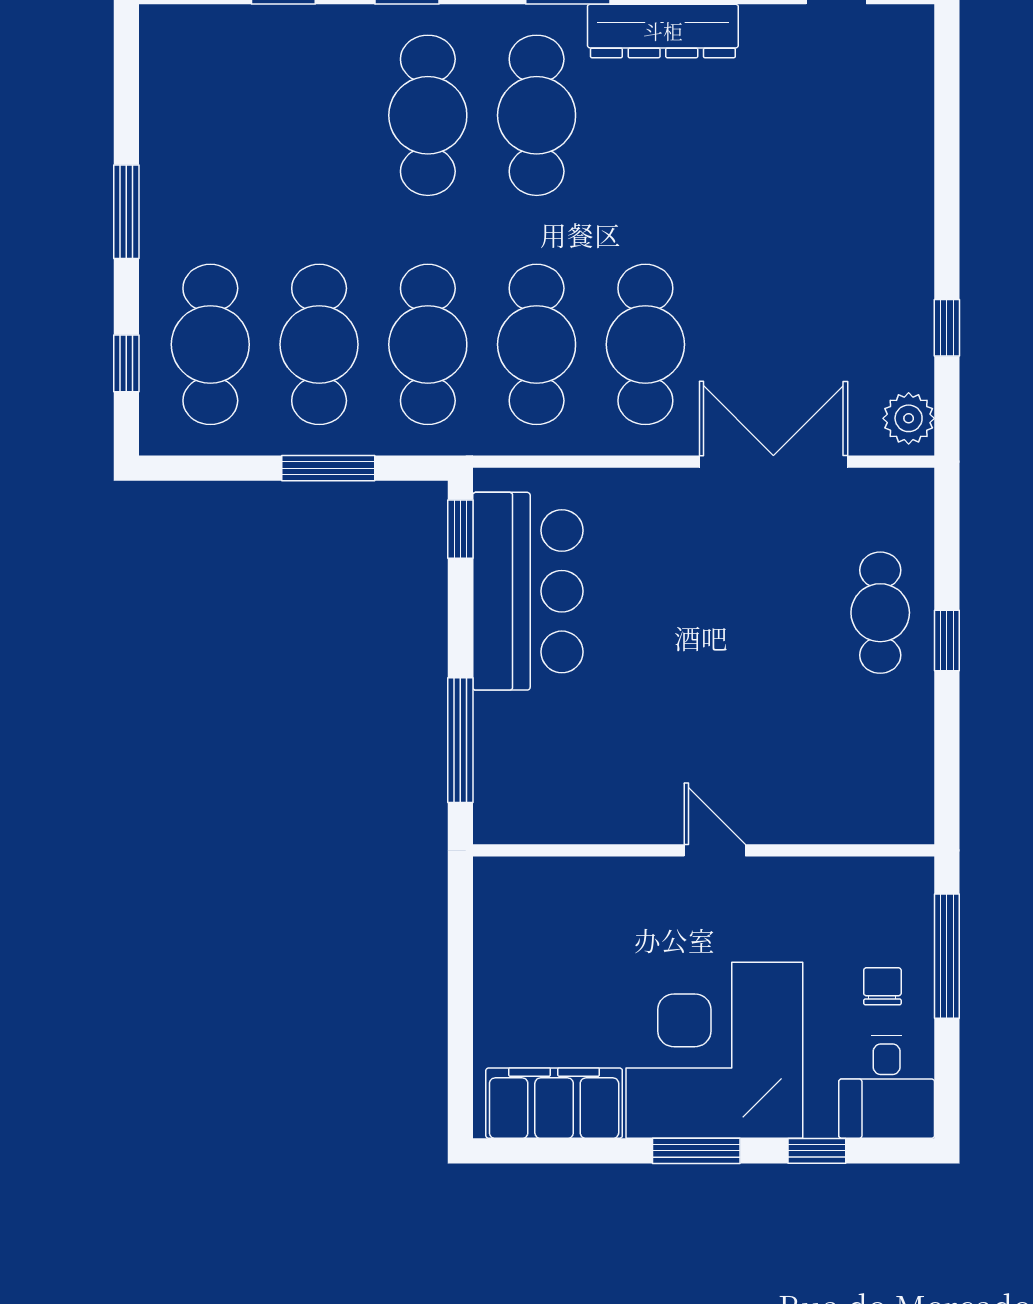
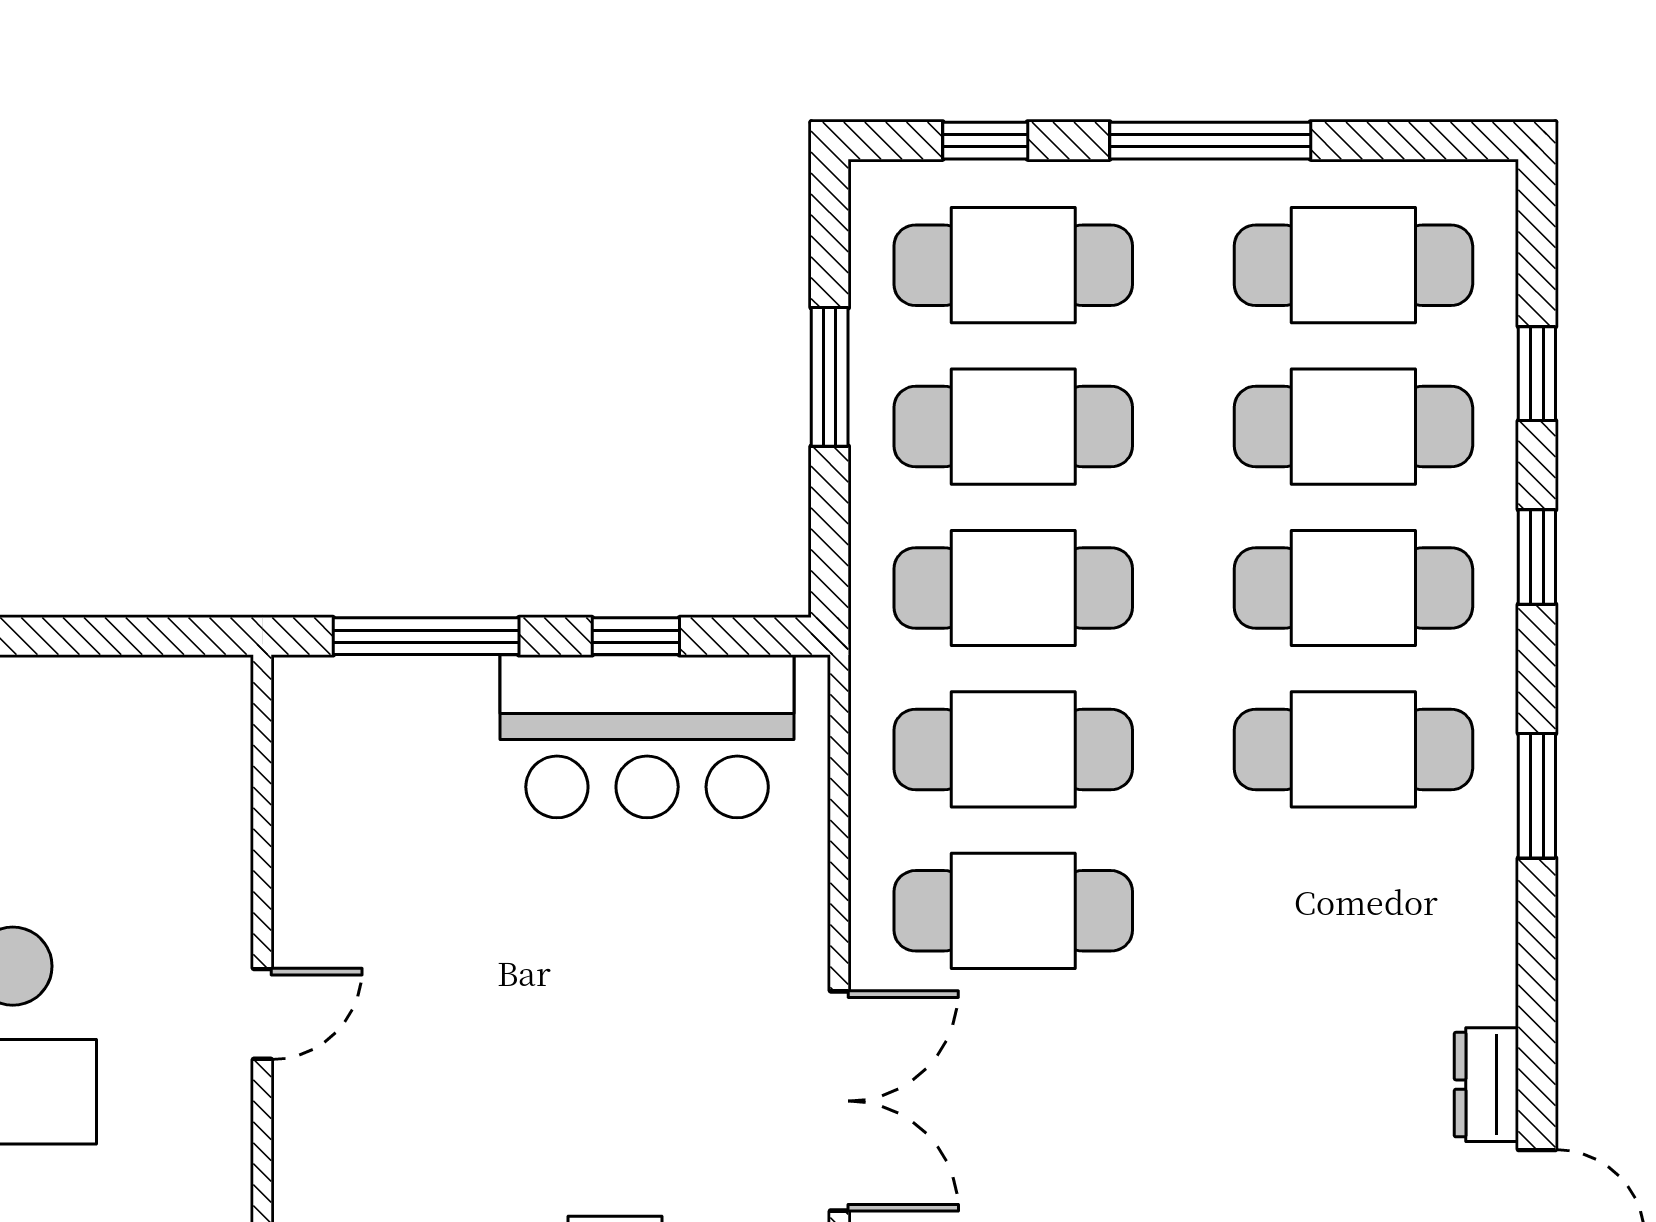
dresser: (663, 31) -> (1486, 1085), moved, width x0.51, depth x0.80
cafe table: (210, 115) -> (1353, 265), added
cafe table: (319, 115) -> (1353, 427), added
window: (126, 212) -> (1210, 141), width x1.44
window: (328, 468) -> (830, 377), moved
window: (460, 529) -> (636, 636), moved

